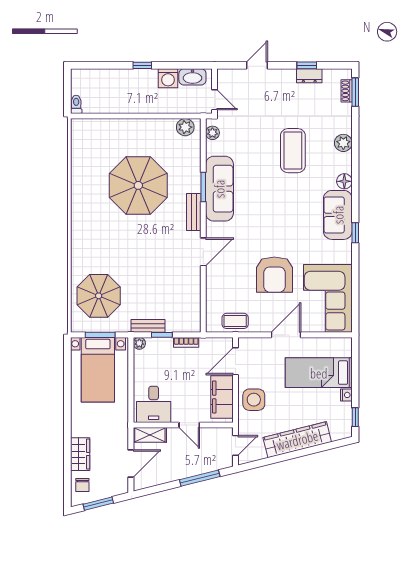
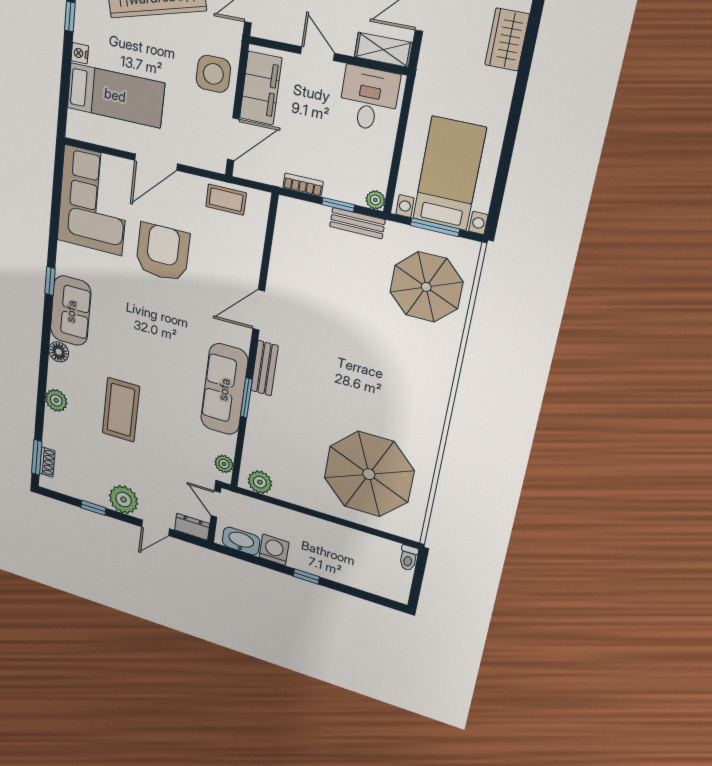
dresser: (309, 76) -> (192, 527), moved
plant: (284, 80) -> (124, 500), added
parasol: (138, 185) -> (369, 474), moved

